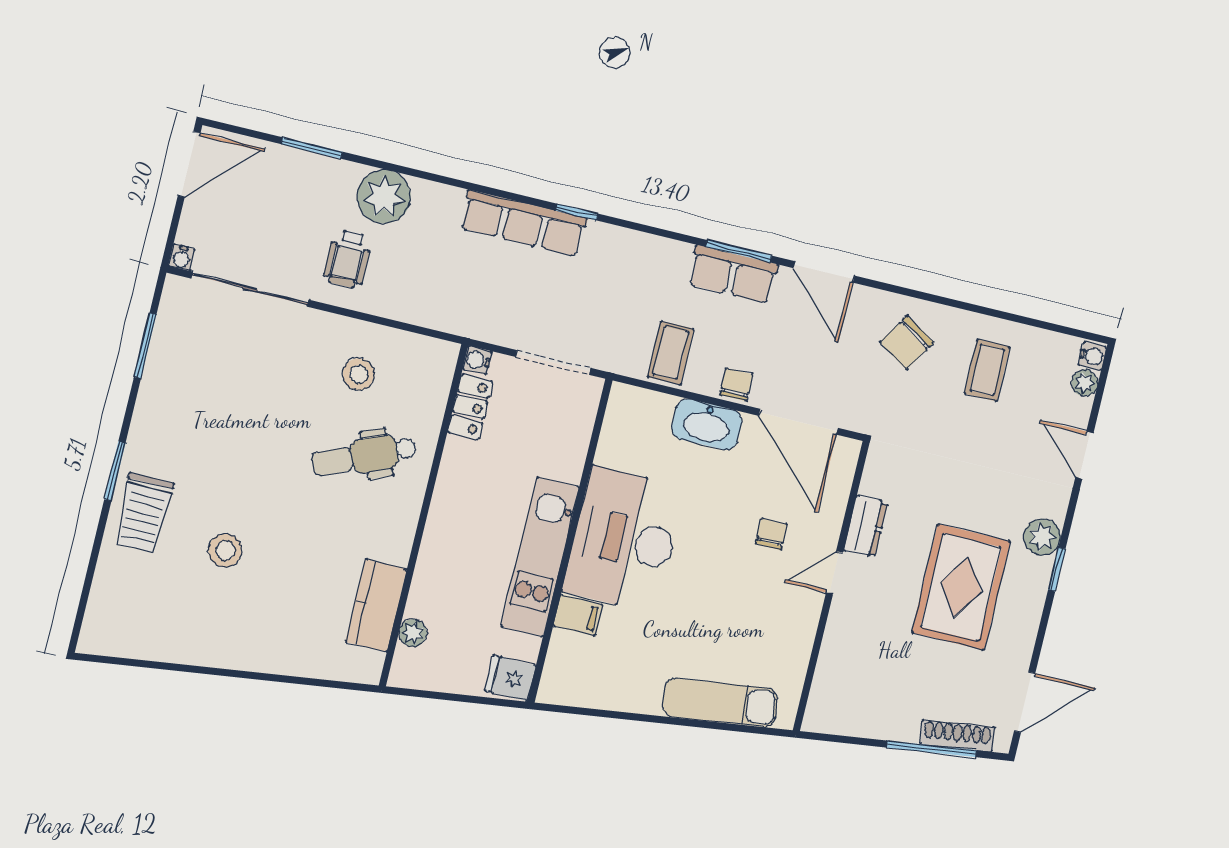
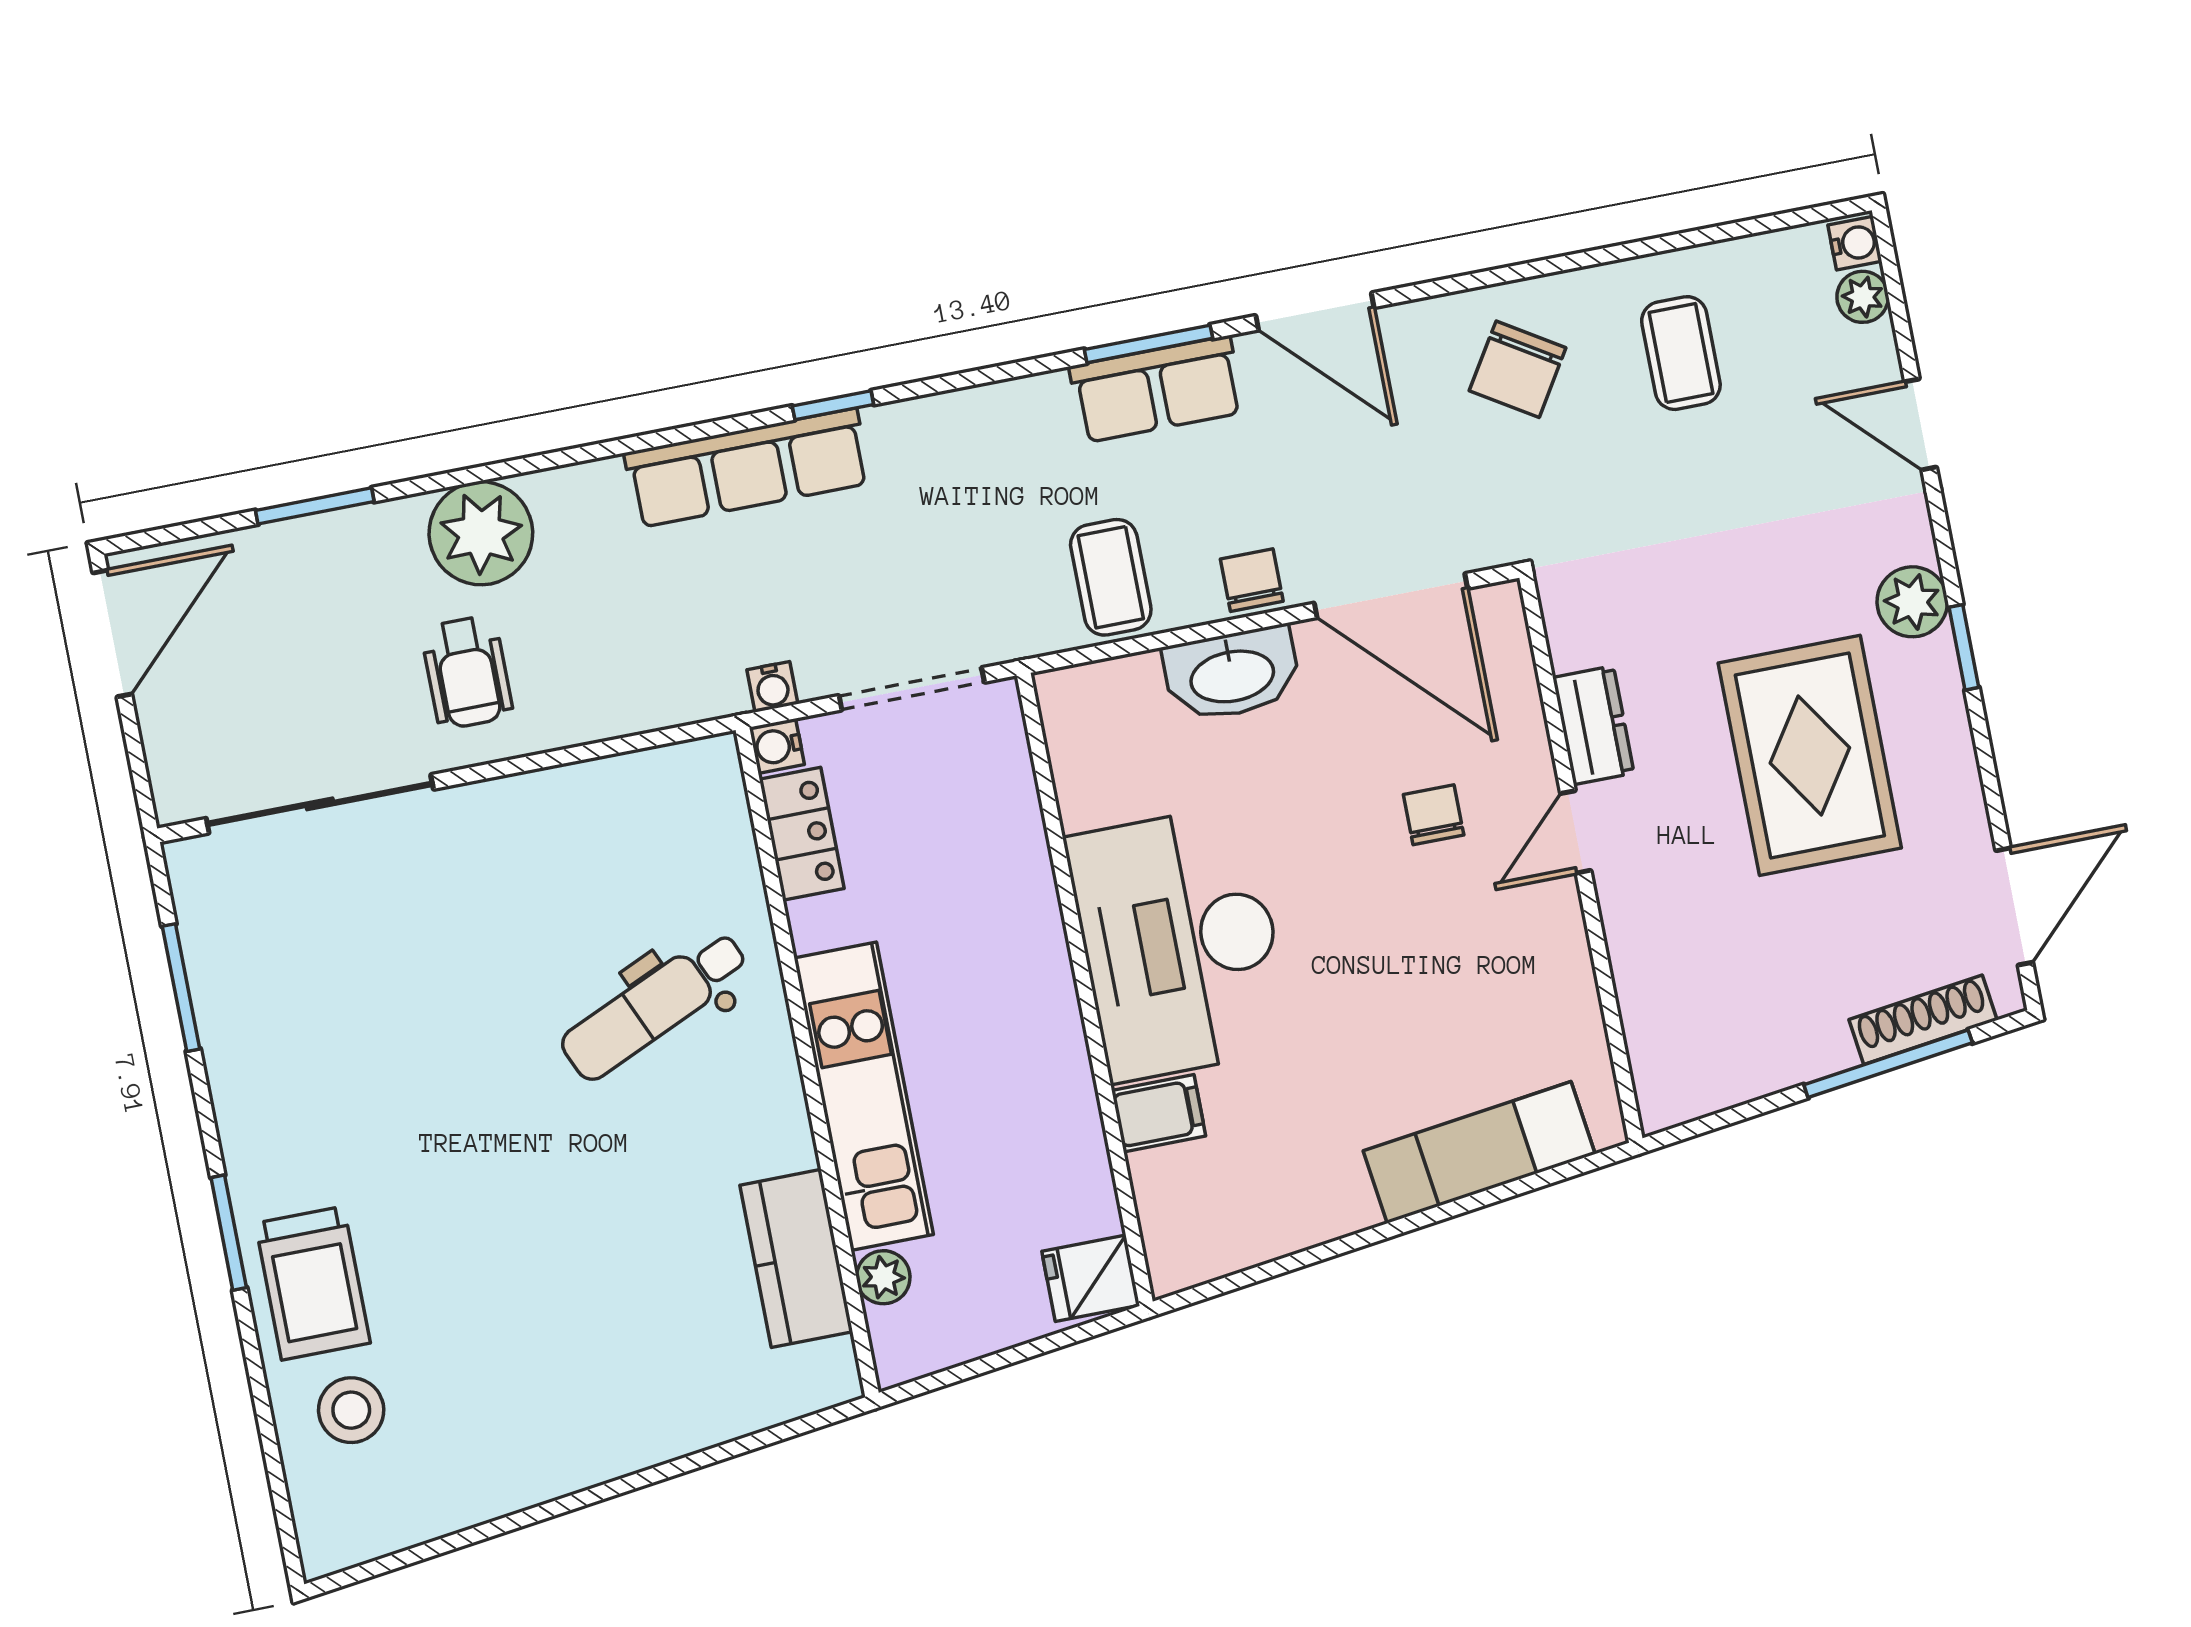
water cooler: (182, 257) -> (772, 687), moved
stool: (359, 374) -> (579, 866), removed
stool: (225, 550) -> (351, 1410), moved
kitchen unit: (540, 557) -> (864, 1096), moved, turned 180

